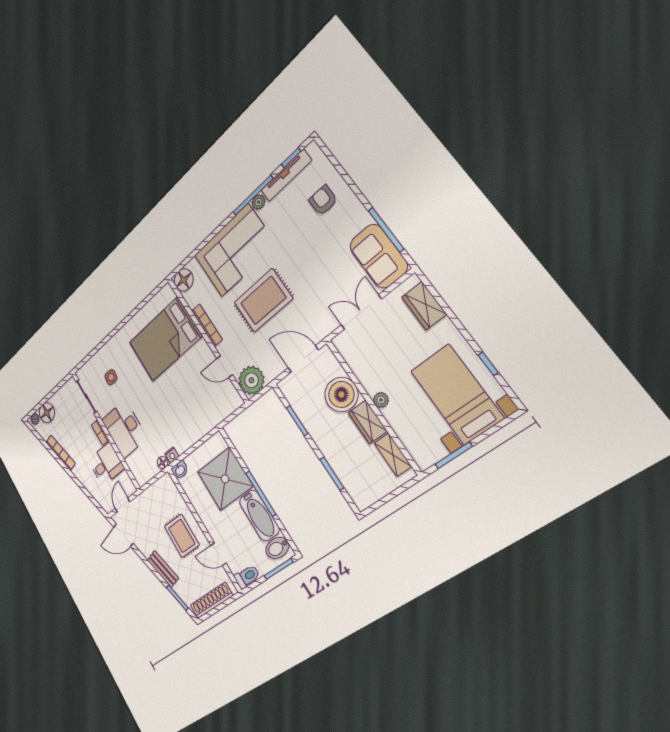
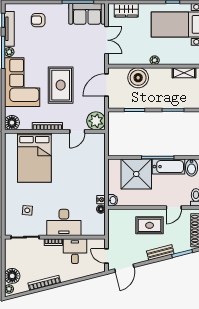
double door: (361, 312) -> (106, 40), swing flipped
wardrobe: (368, 422) -> (160, 74), removed

